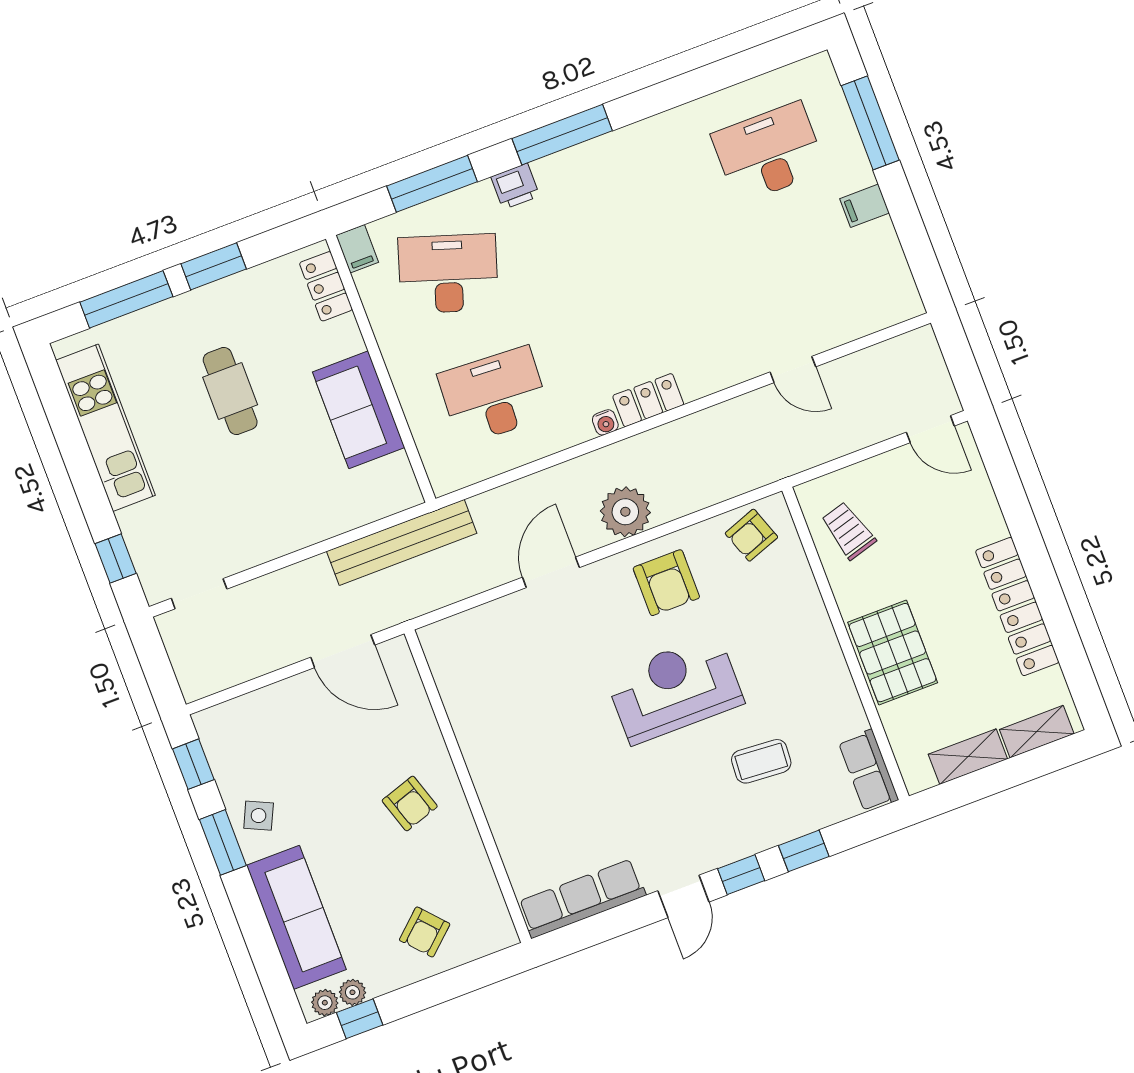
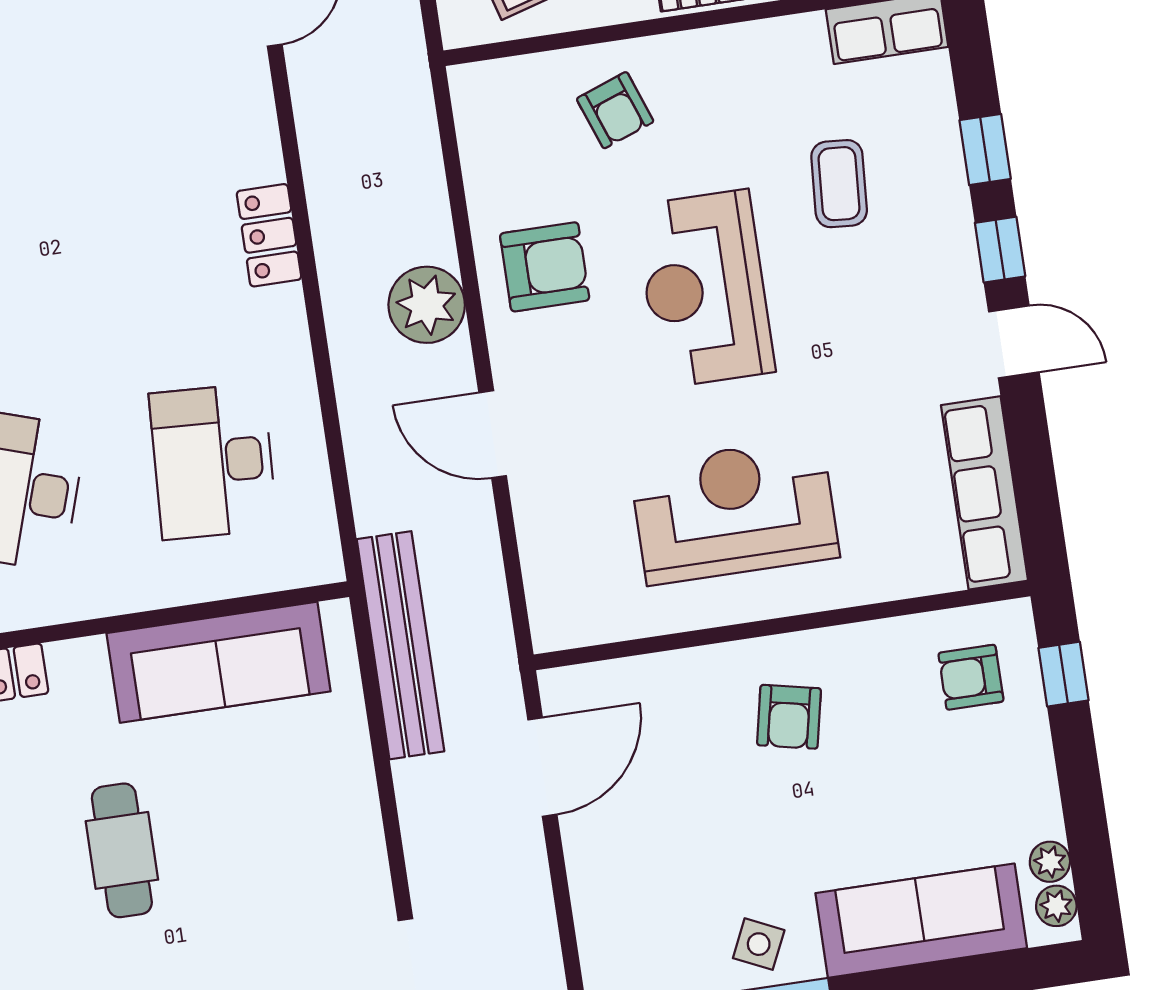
cafe table: (230, 391) -> (122, 850), turned 90
sofa: (359, 410) -> (219, 662), width x1.36
water cooler: (605, 422) -> (288, 306), removed
armchair: (751, 535) -> (615, 110), moved
reception desk: (535, 740) -> (735, 511), added
armchair: (410, 803) -> (789, 717), turned 120
armchair: (425, 932) -> (971, 677), moved, turned 132
window: (360, 1019) -> (1063, 674), moved

